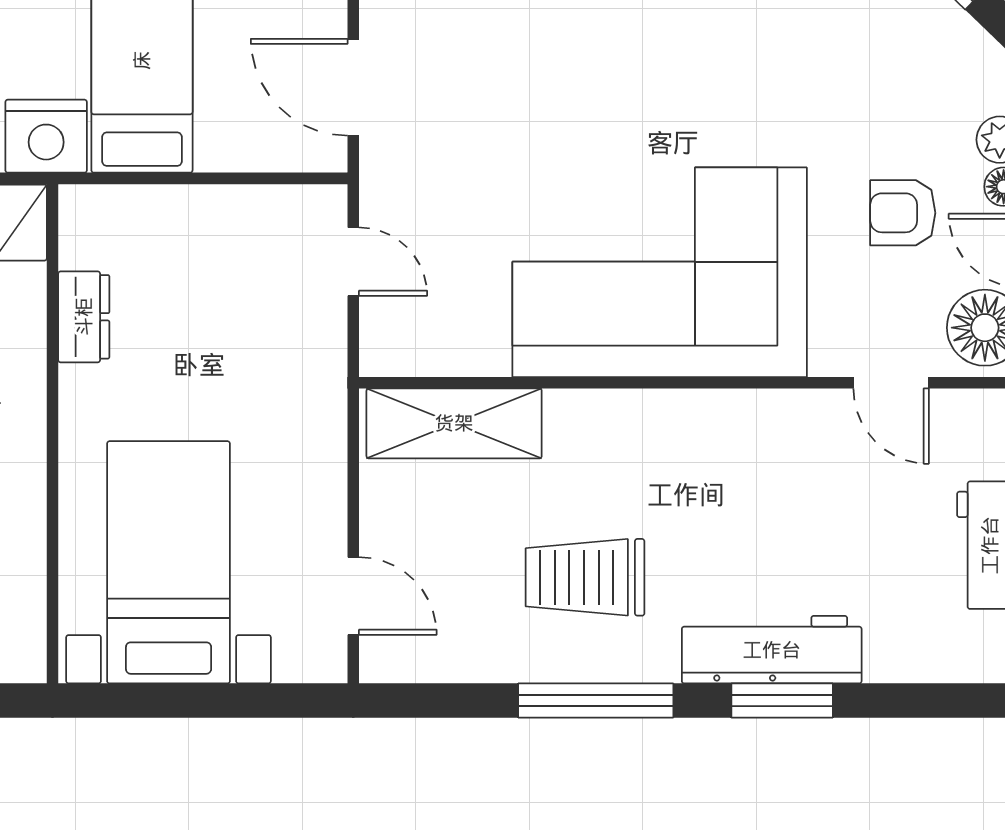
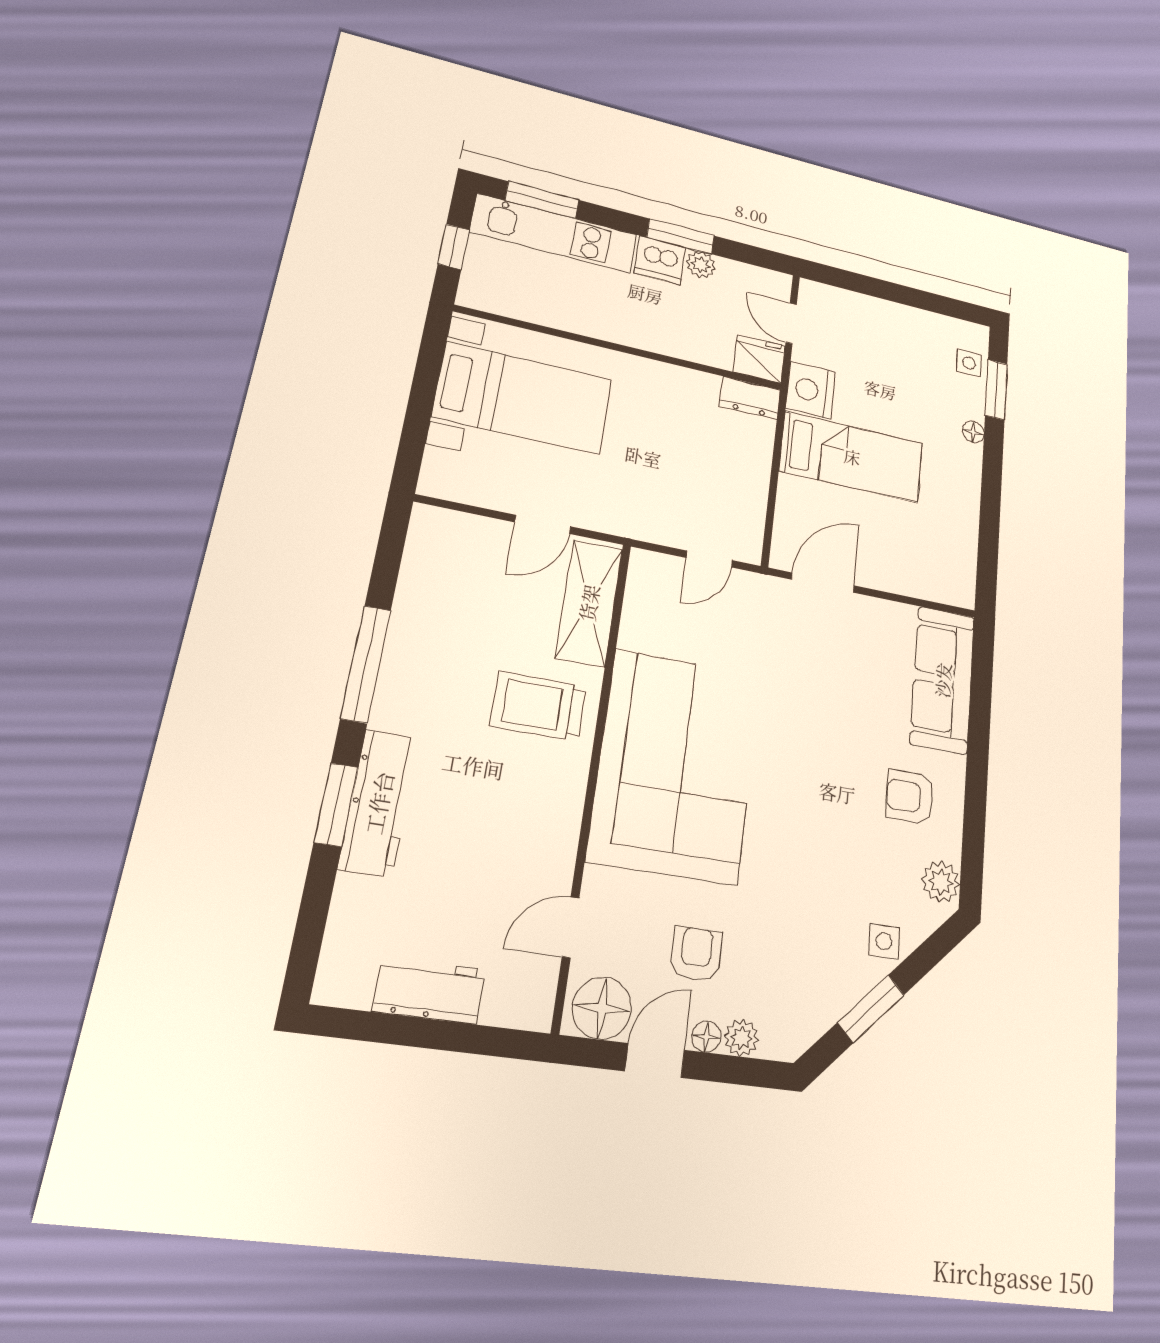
dresser: (84, 317) -> (750, 398), moved
trolley: (585, 577) -> (538, 706), moved, turned -90
door: (353, 596) -> (543, 524), moved

